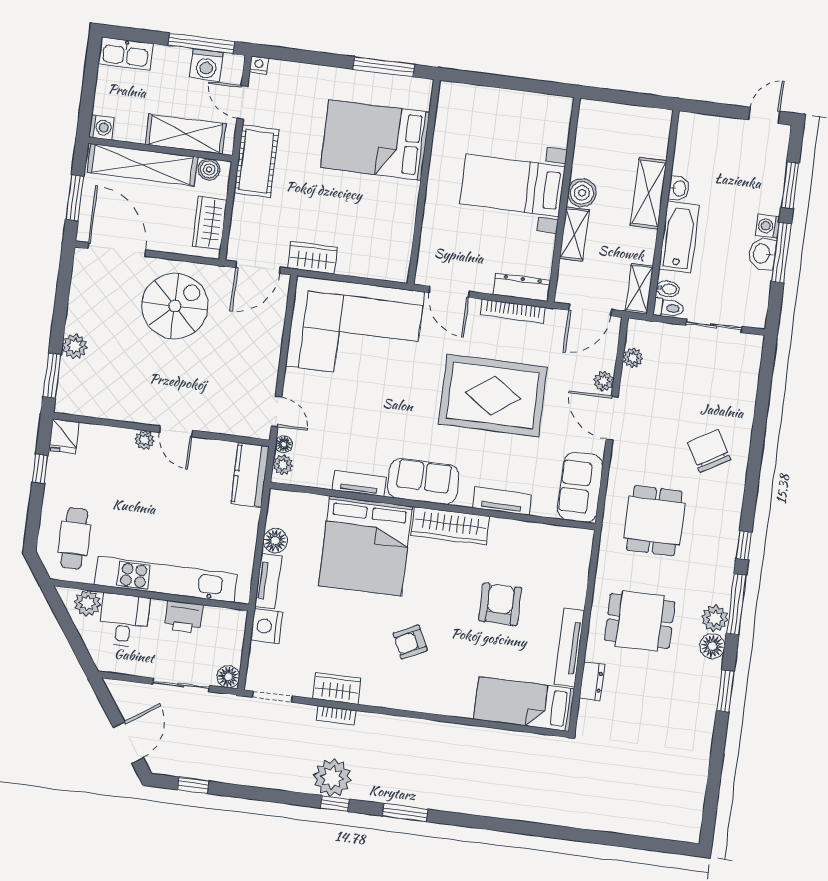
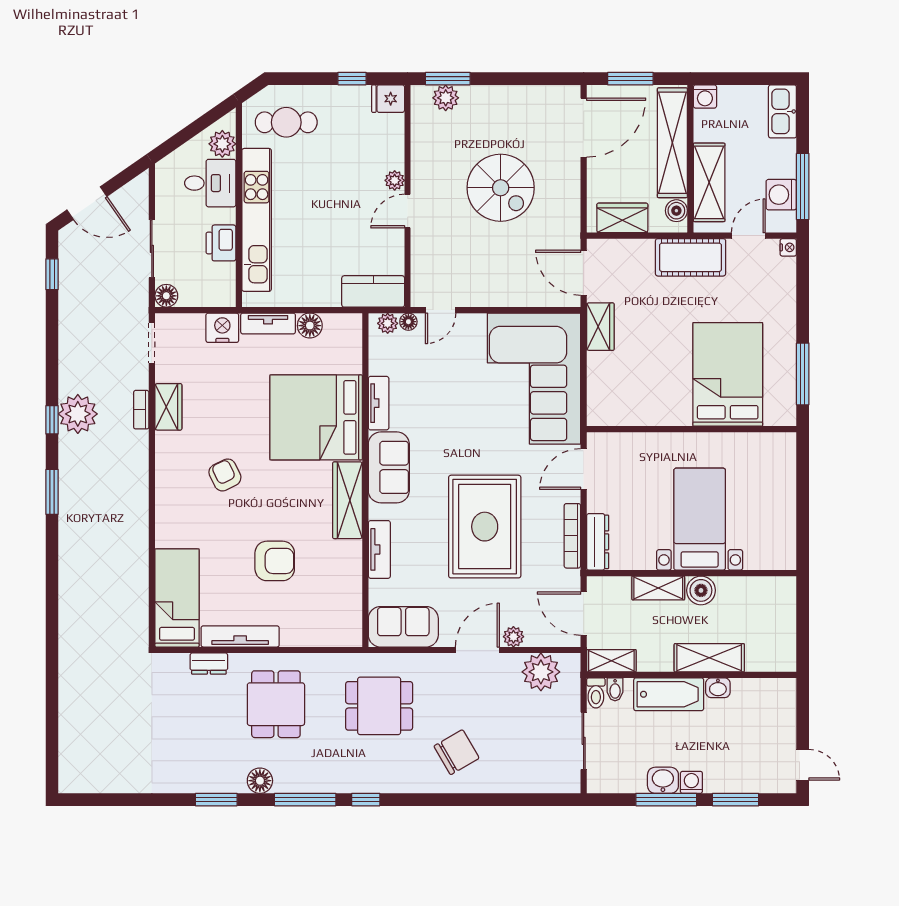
spiral stairs: (175, 306) -> (501, 188), moved
plant: (75, 346) -> (446, 98), moved
plant: (633, 358) -> (541, 672), width x1.88, depth x1.88
plant: (715, 618) -> (288, 780), removed

